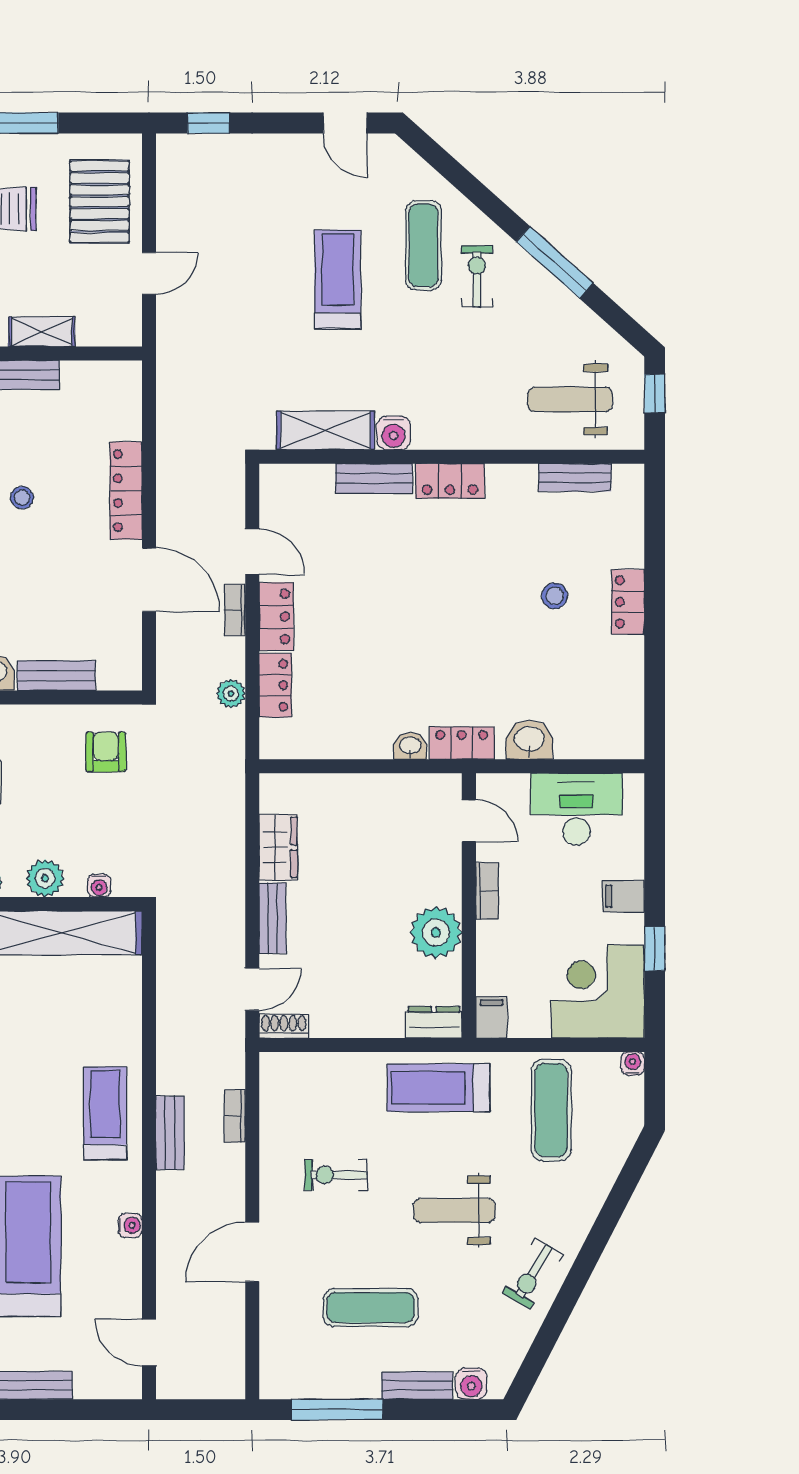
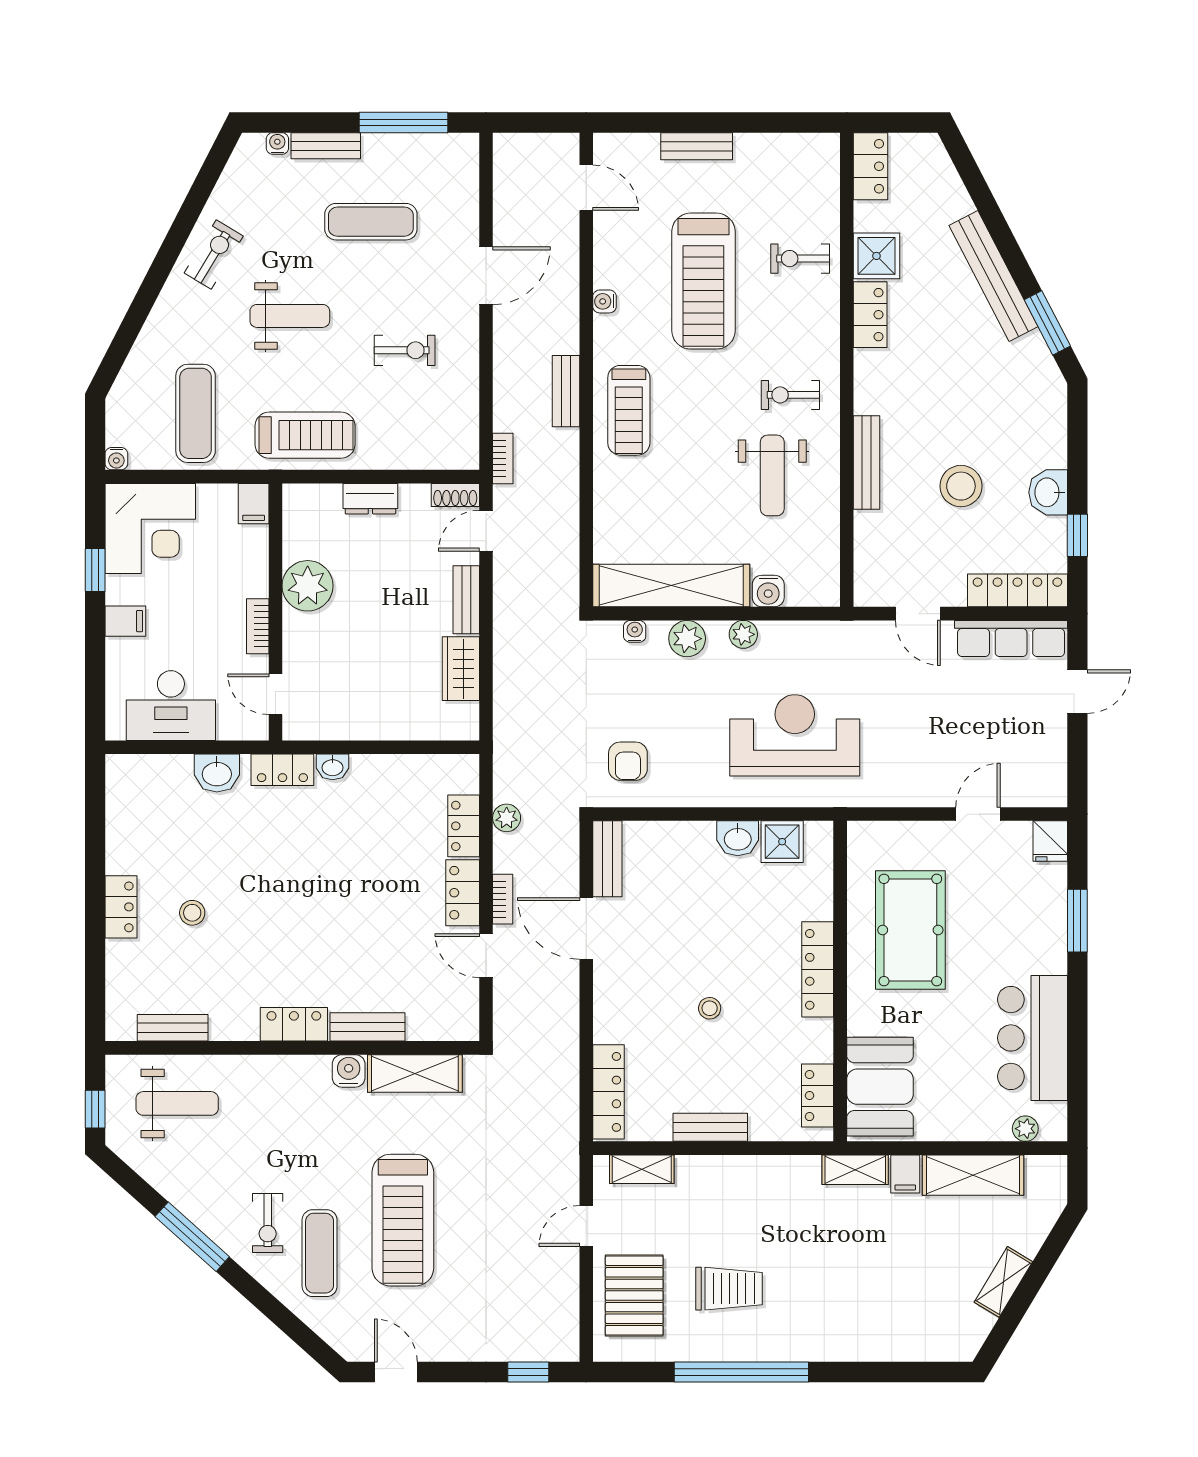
treadmill: (338, 279) -> (403, 1220), width x1.37, depth x1.38
shelving: (42, 332) -> (642, 1169), moved
locker: (126, 491) -> (609, 1092), moved
bench: (56, 676) -> (607, 859), moved, turned 90
dresser: (434, 1022) -> (370, 499), moved
bookcase: (235, 1116) -> (503, 459), moved
water cooler: (471, 1384) -> (277, 143), width x0.72, depth x0.72

